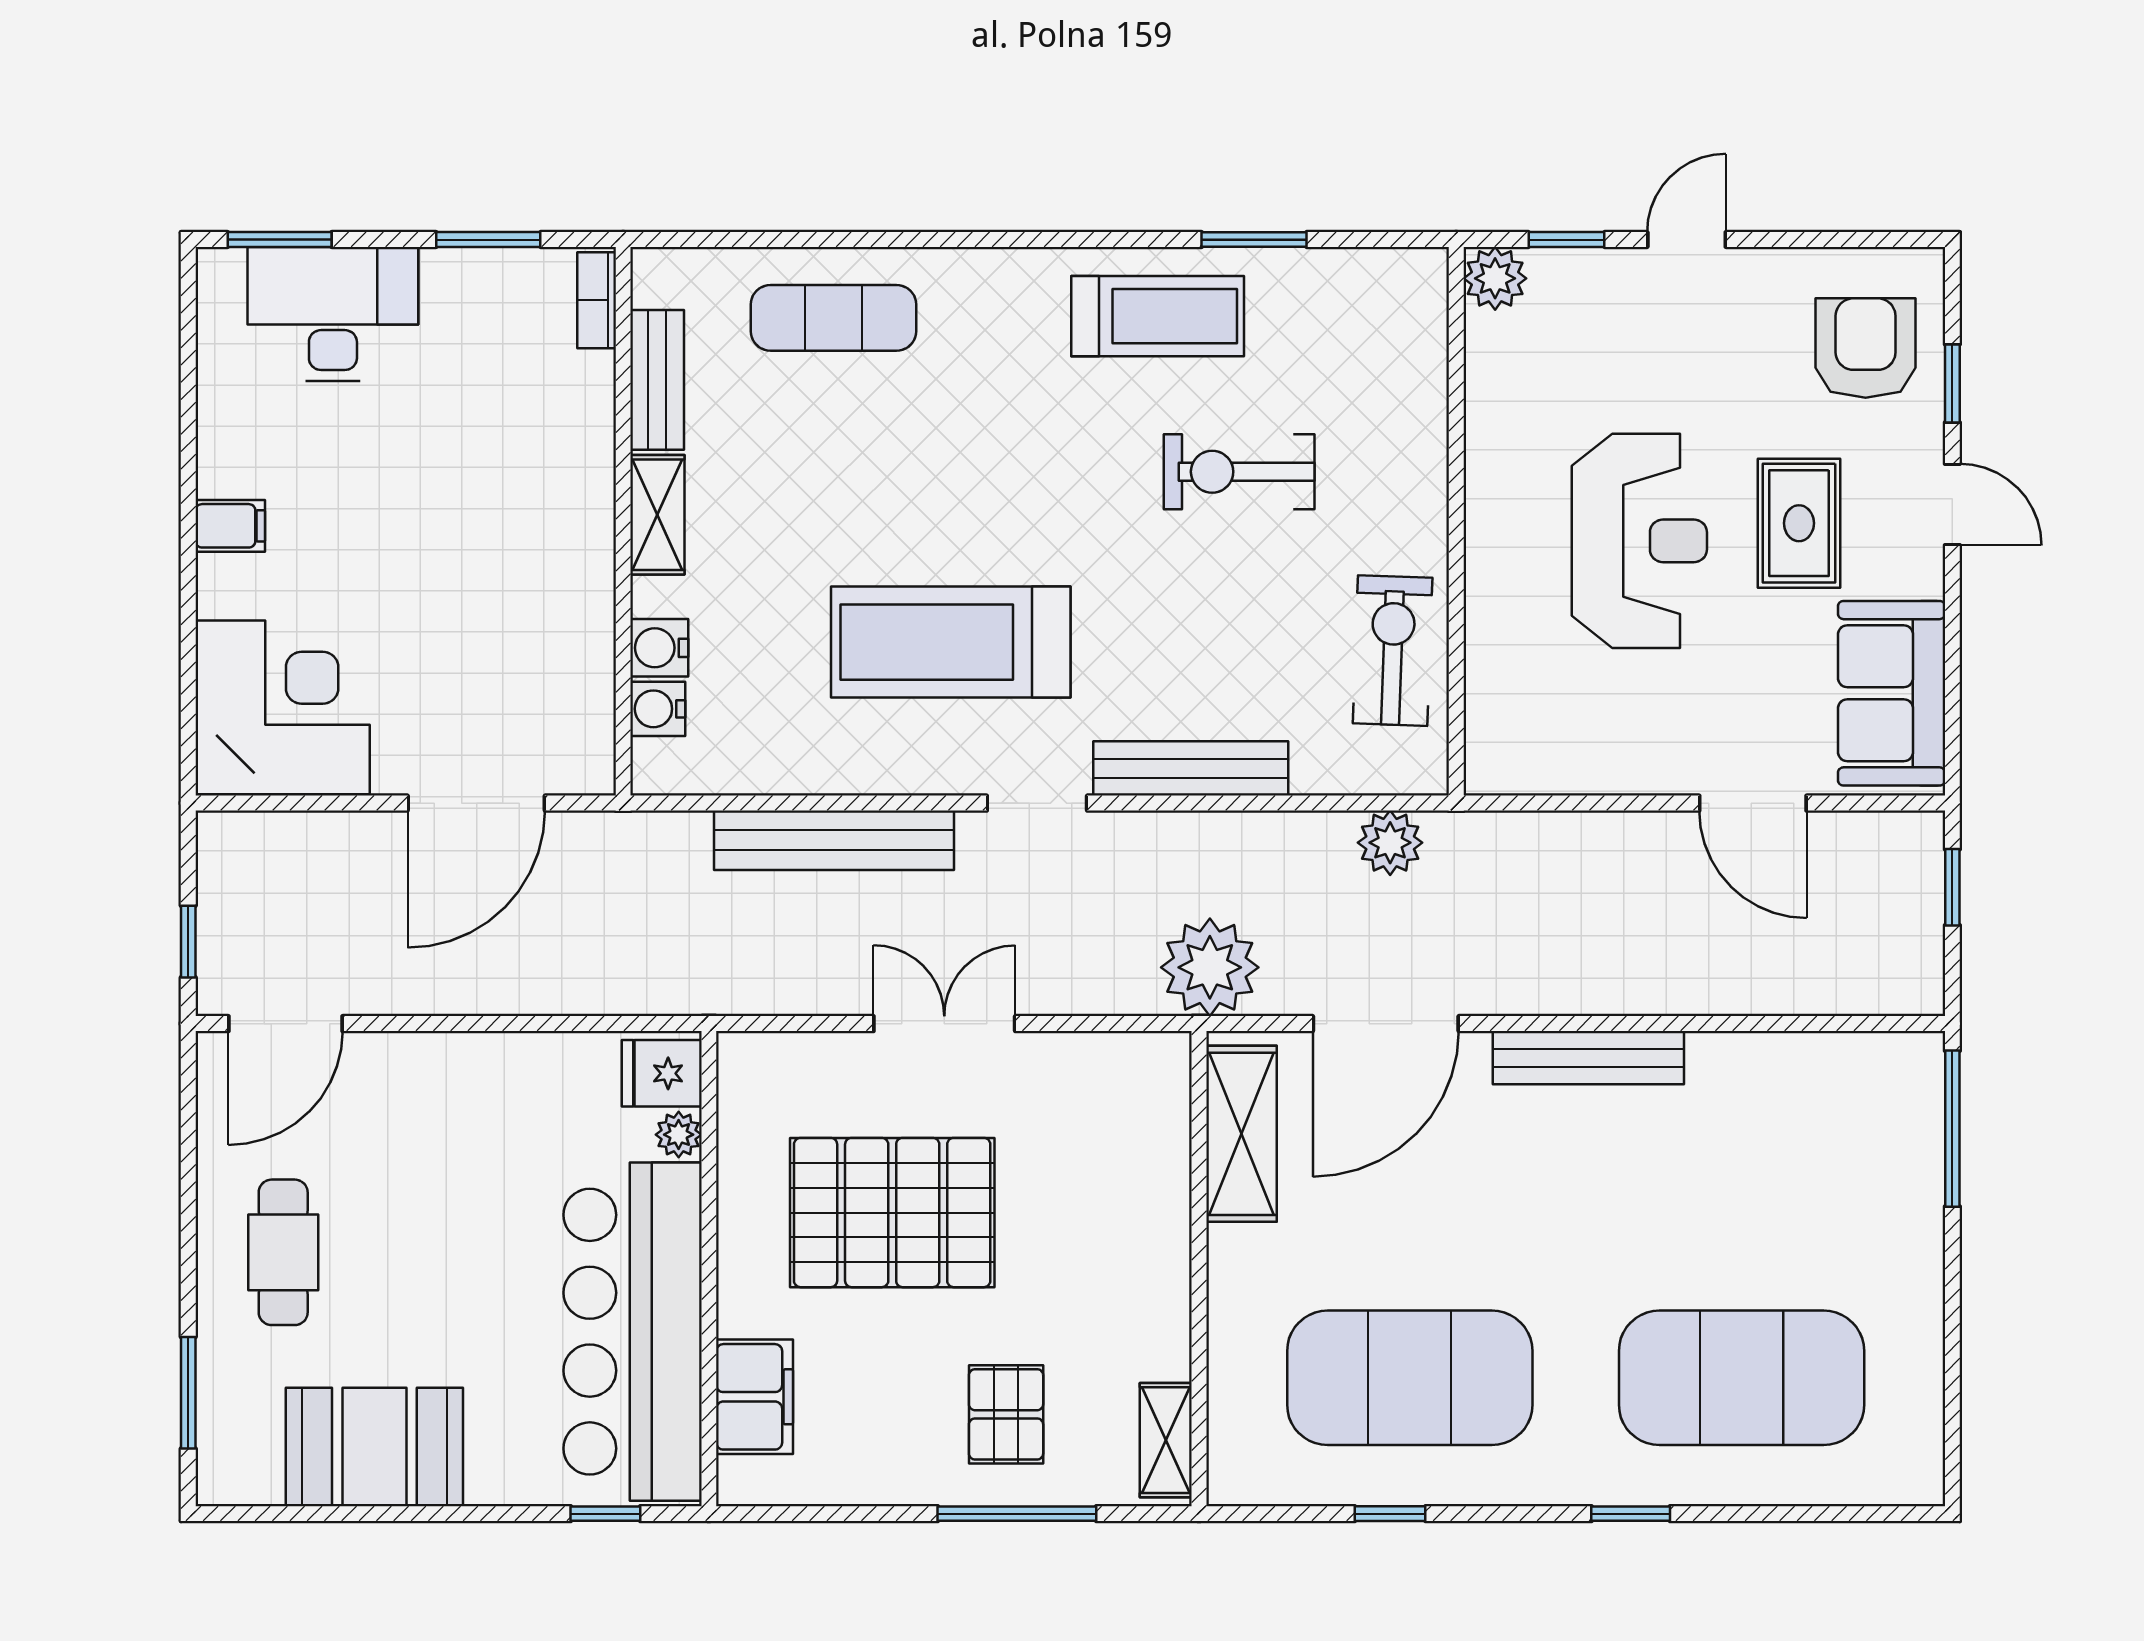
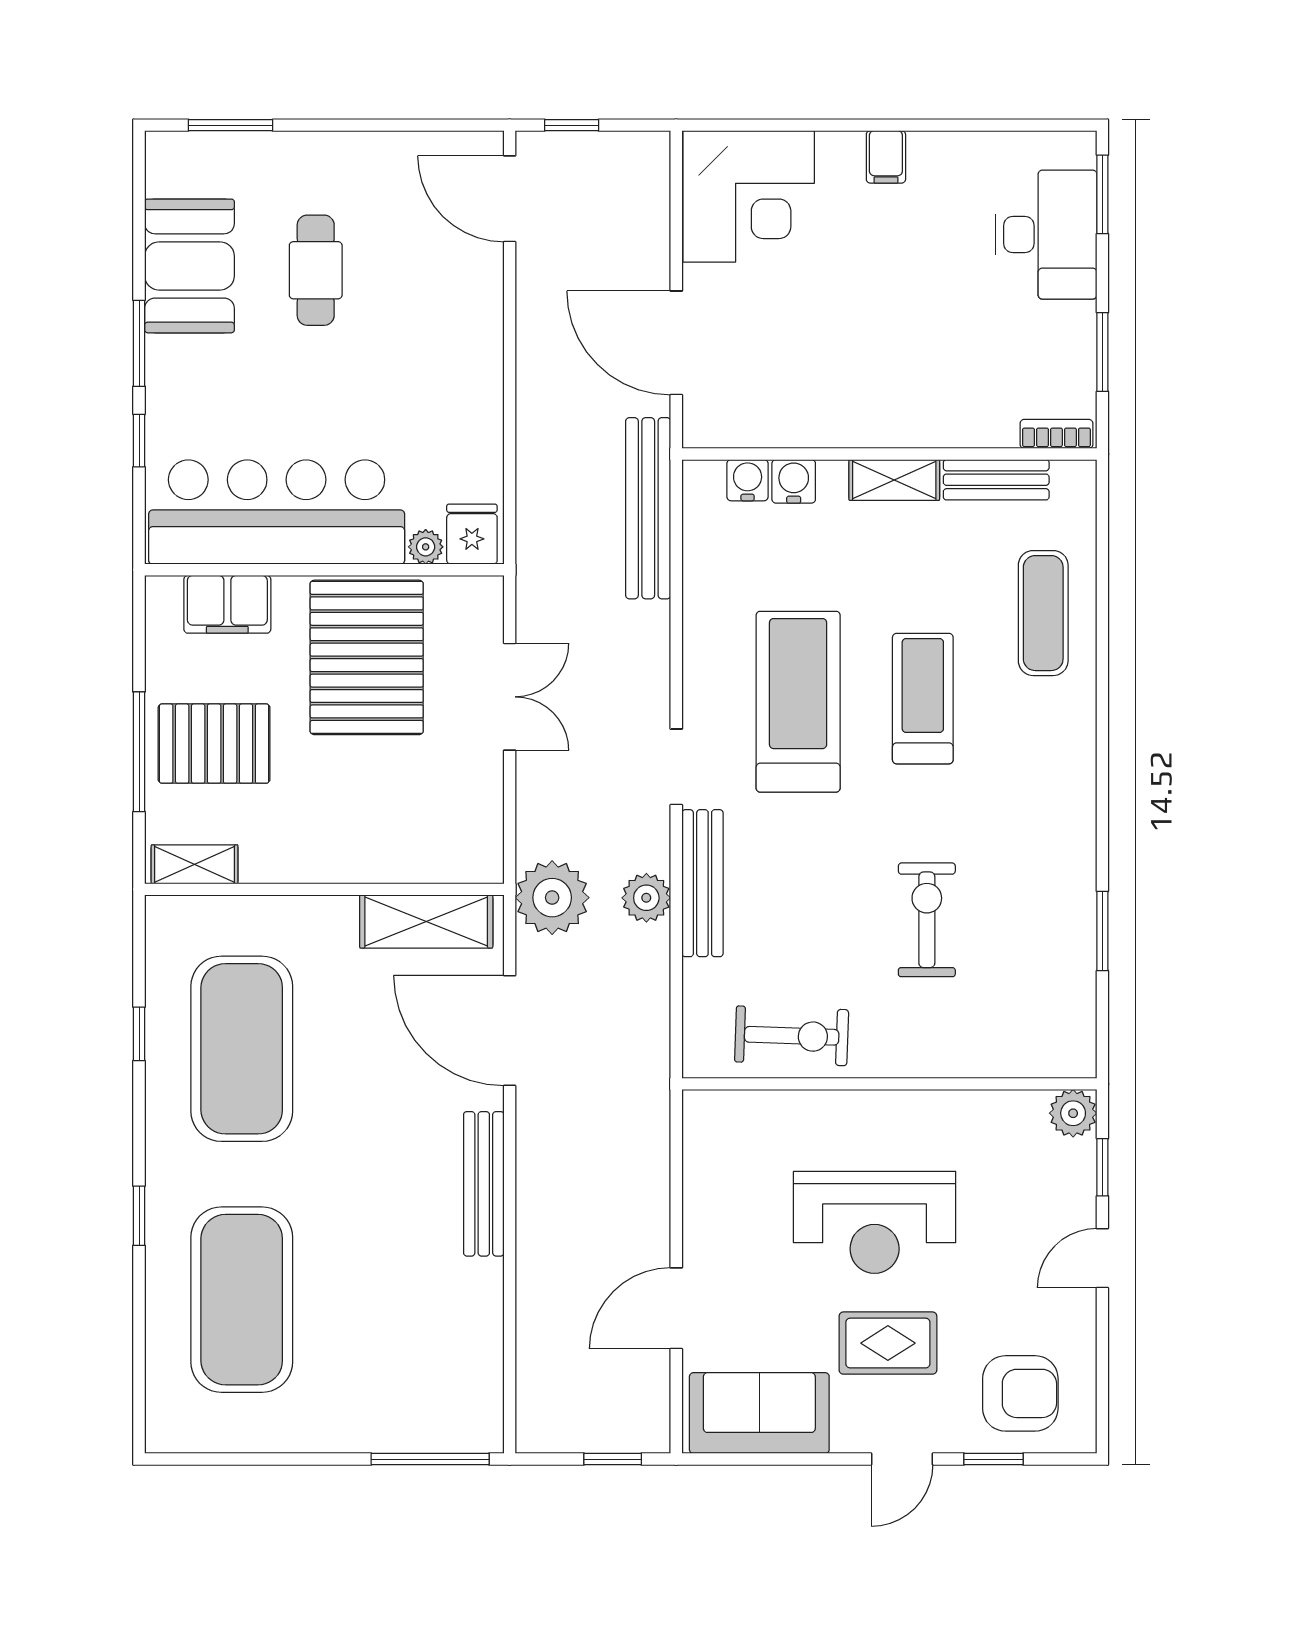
door: (1687, 240) -> (1102, 1258), swing flipped
treadmill: (1158, 316) -> (923, 699), moved, turned 180
bench: (834, 840) -> (648, 508), moved
plant: (1390, 843) -> (646, 898), moved
fridge: (662, 1073) -> (472, 534), moved
plant: (679, 1135) -> (426, 547), moved
cafe table: (283, 1252) -> (316, 270), moved, turned 90
wall: (709, 1269) -> (324, 570), moved
bar counter: (633, 1332) -> (277, 512), moved
filing cabinet: (755, 1397) -> (227, 604), moved
pallet: (1006, 1414) -> (214, 744), width x1.50, depth x1.42
window: (477, 1514) -> (139, 343), added

